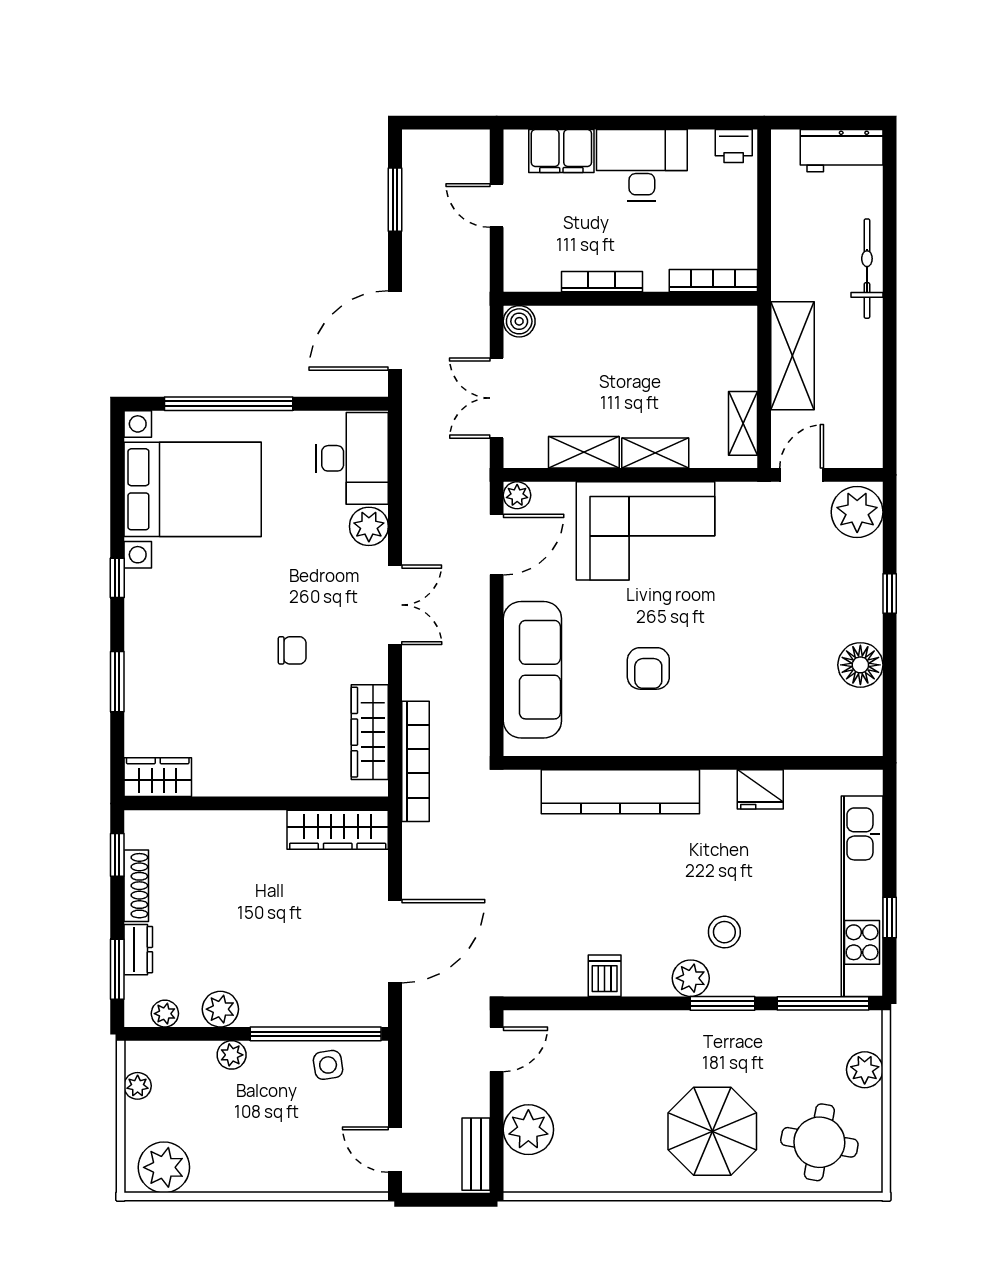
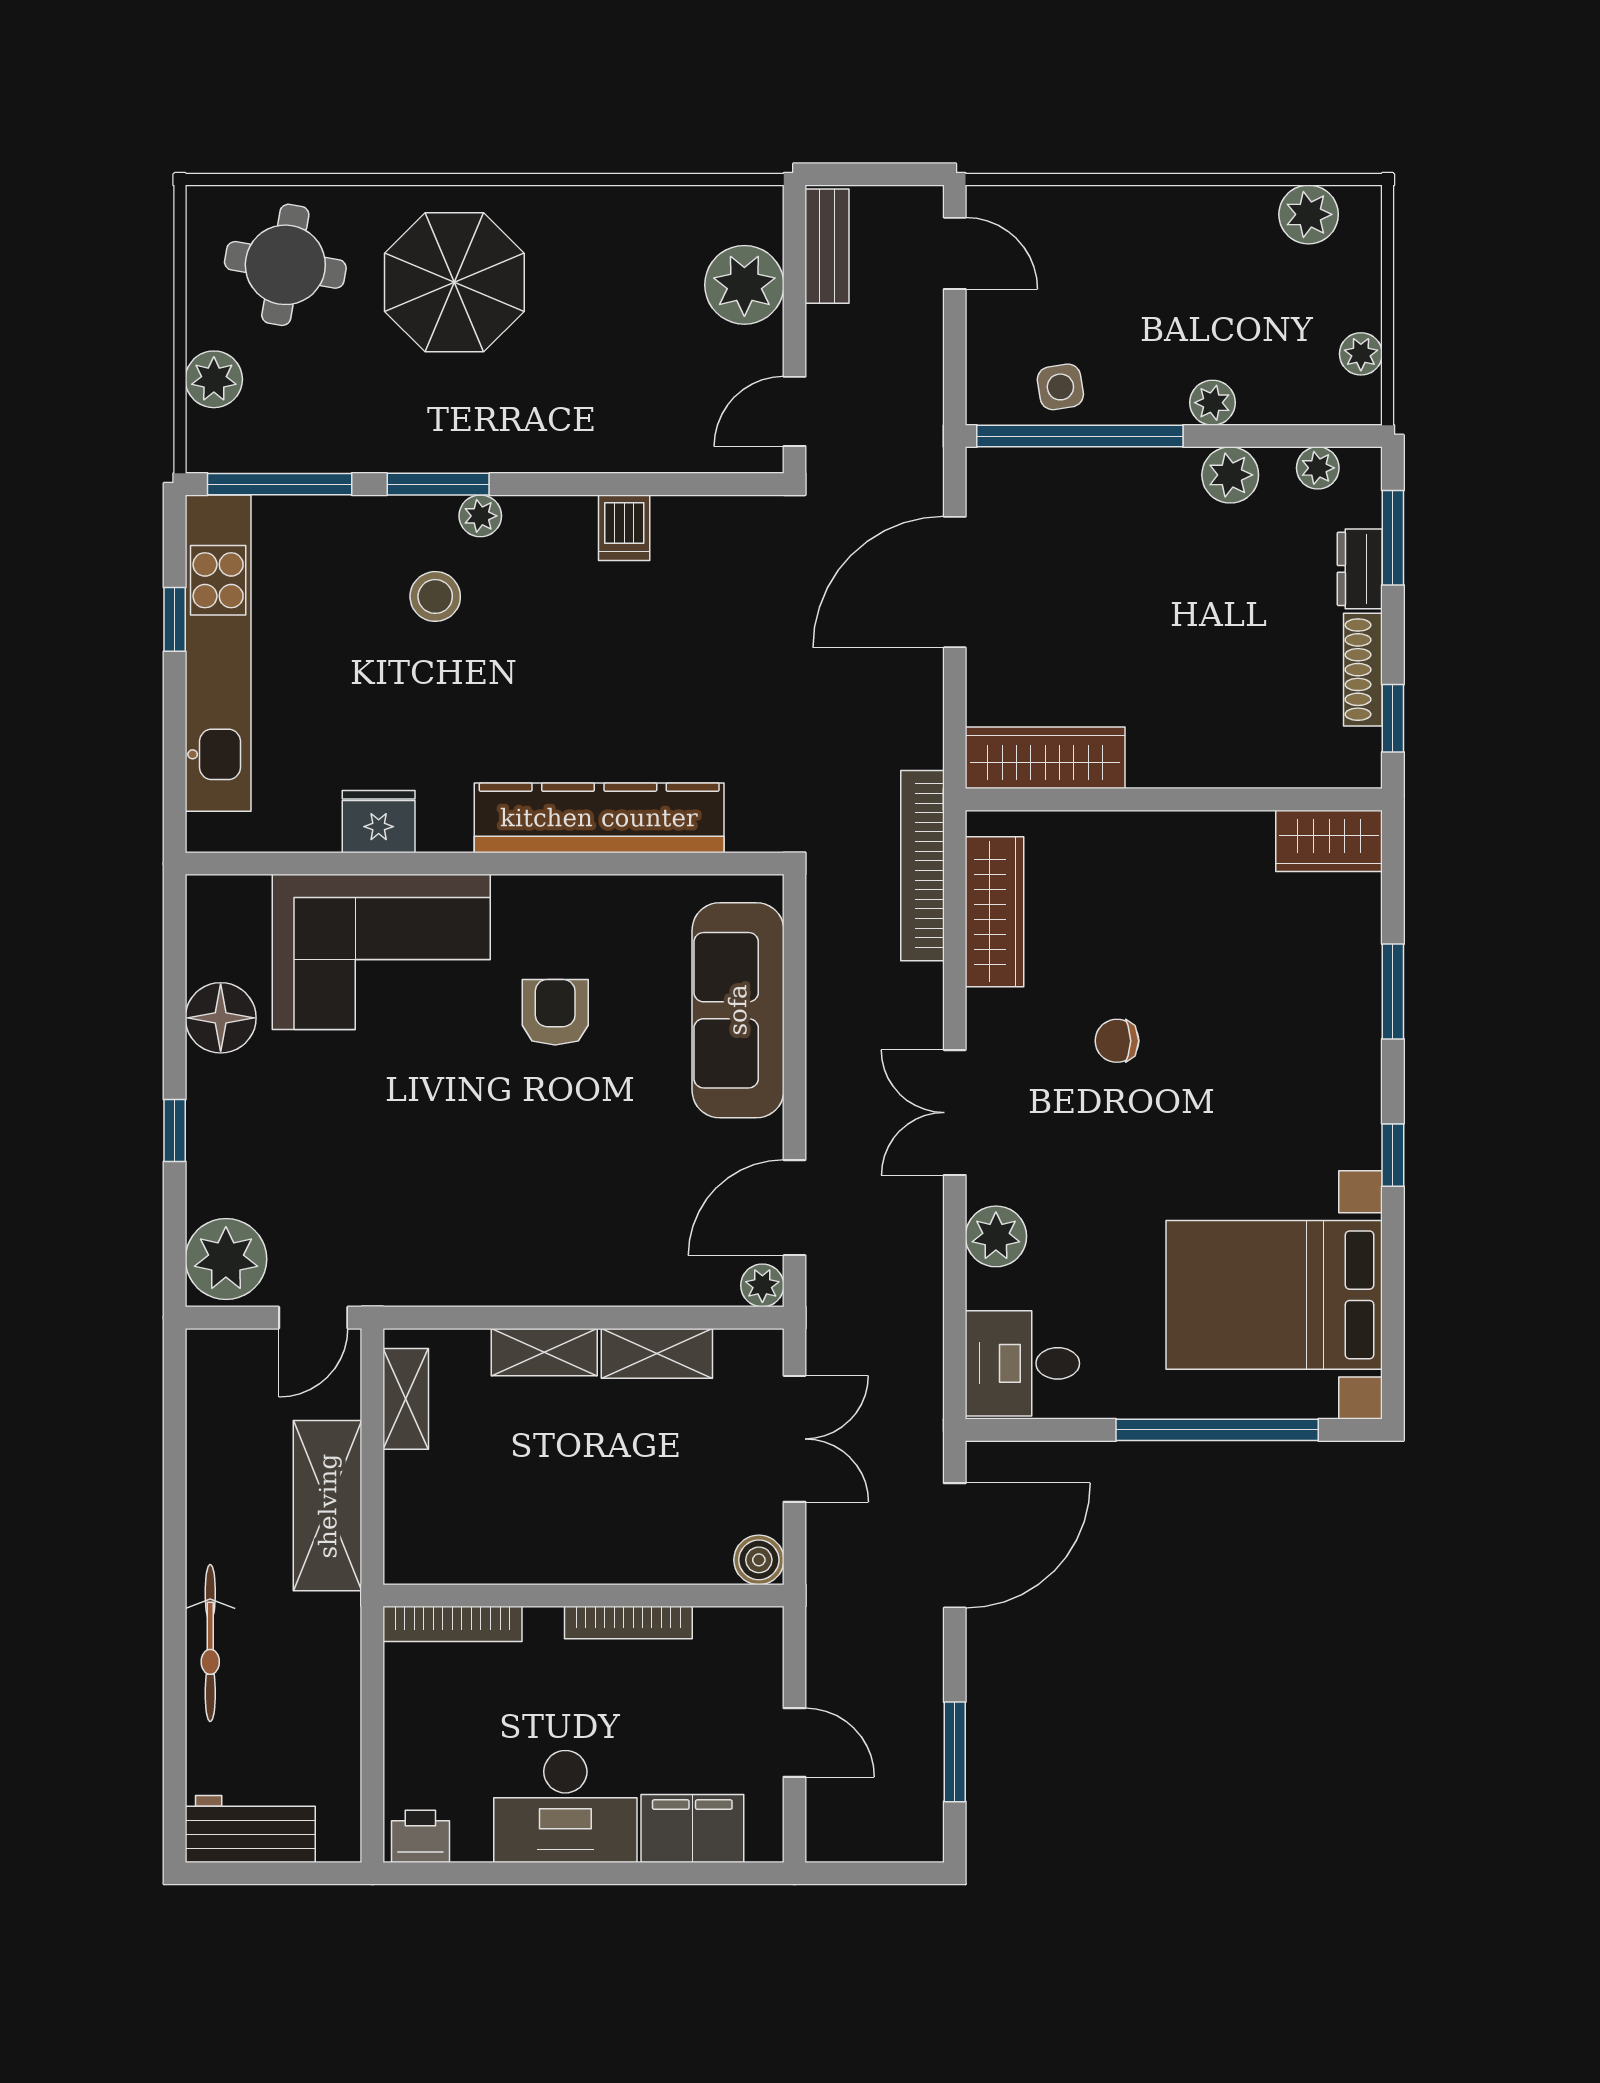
desk: (352, 458) -> (1022, 1363), width x0.73
corner sofa: (645, 531) -> (381, 952), moved, turned 180
plant: (691, 978) -> (480, 516), width x0.73, depth x0.73
plant: (164, 1167) -> (1309, 214), width x0.73, depth x0.73

